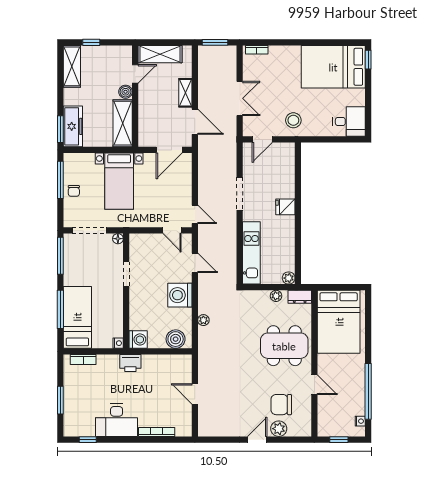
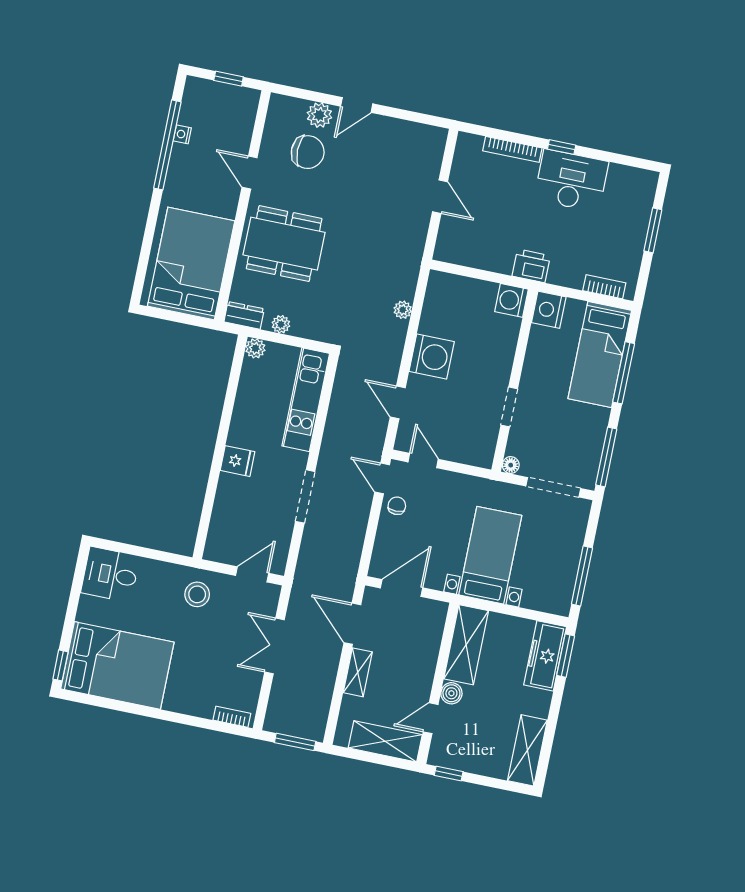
window: (91, 42) -> (449, 773), moved
chair: (74, 191) -> (397, 506), moved
boiler: (176, 339) -> (453, 289), removed
nightstand: (118, 343) -> (549, 310), width x1.89, depth x1.79
nightstand: (360, 421) -> (182, 134), moved
window: (88, 440) -> (562, 147), moved

